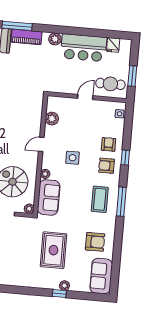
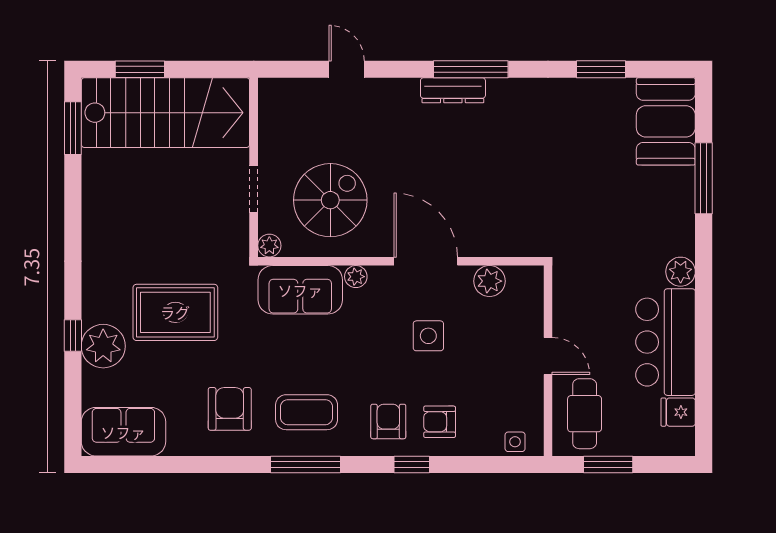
piano: (26, 37) -> (679, 203), removed
door: (41, 144) -> (426, 261), width x1.87
armchair: (109, 144) -> (440, 422), turned 180
side table: (73, 158) -> (428, 336), moved
armchair: (95, 242) -> (230, 409), moved, turned 180
plant: (64, 286) -> (103, 346), width x1.88, depth x1.88

